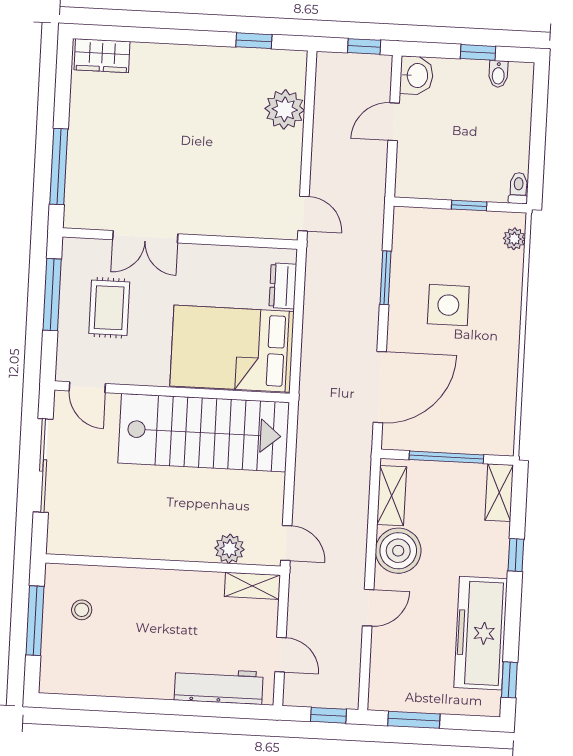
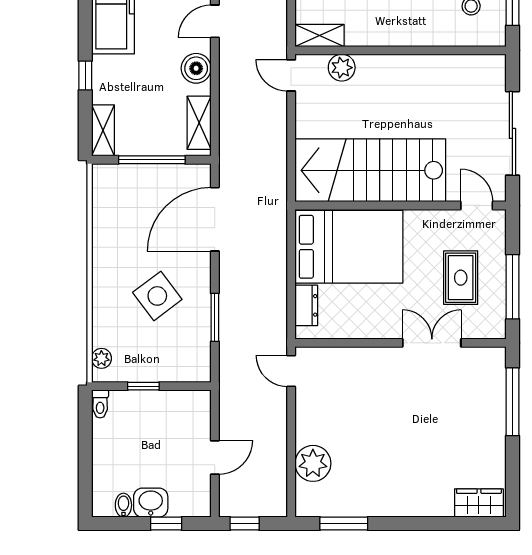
window: (254, 41) -> (344, 523), width x1.50
window: (478, 52) -> (166, 523), moved
washbasin: (417, 75) -> (151, 503), moved, turned 90
side table: (448, 305) -> (157, 296), turned -37
boiler: (398, 551) -> (196, 68), width x0.73, depth x0.73

